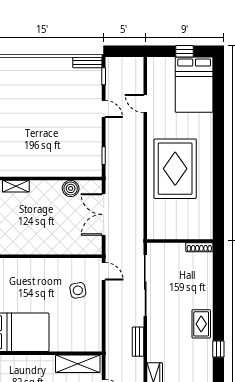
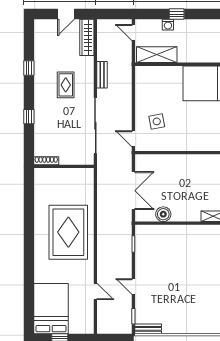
window: (218, 296) -> (29, 117), added
rug: (201, 324) -> (66, 85), moved

